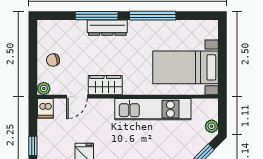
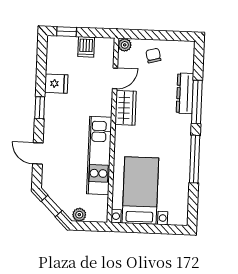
dresser: (107, 28) -> (185, 93), moved
door: (77, 97) -> (115, 78), swing flipped
dishwasher: (45, 108) -> (86, 47), moved, turned -90

